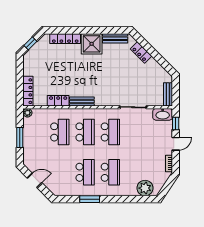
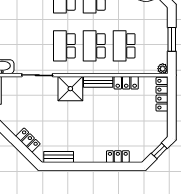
locker: (65, 39) -> (118, 157), width x0.66
shower: (92, 44) -> (70, 89), moved

